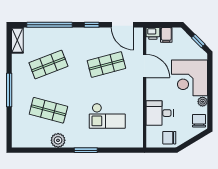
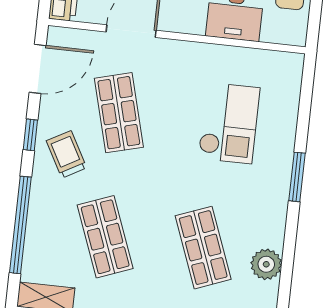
trolley: (84, 42) -> (66, 154), added
shop shelf: (48, 110) -> (203, 248), turned -36
plant: (58, 140) -> (266, 264), moved

